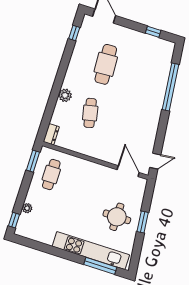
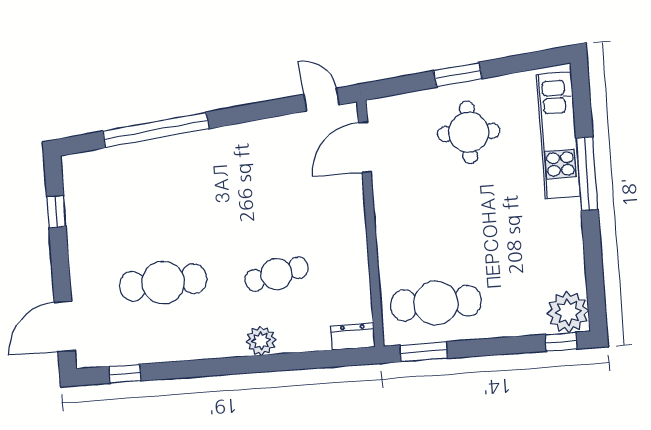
cafe table: (51, 174) -> (436, 303), width x1.37, depth x1.35
plant: (27, 208) -> (568, 312), moved, width x1.87, depth x1.87
kitchen unit: (91, 251) -> (558, 135), width x0.73
window: (100, 266) -> (587, 174), moved

